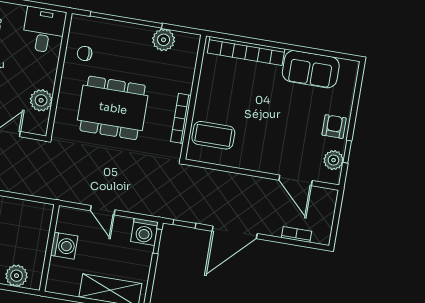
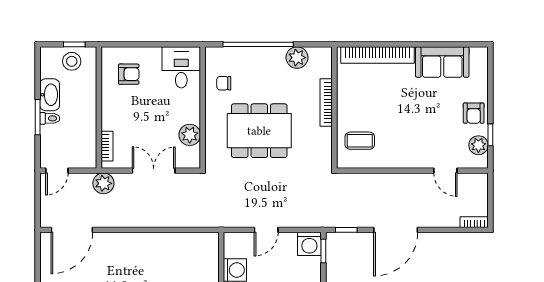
bookcase: (181, 118) -> (326, 103), moved
armchair: (334, 127) -> (474, 113), turned 180
coffee table: (213, 135) -> (360, 141), width x0.73, depth x0.77
door: (295, 180) -> (445, 171), width x0.73
door: (103, 210) -> (266, 230), hinge flipped
bookcase: (297, 235) -> (474, 222), moved

